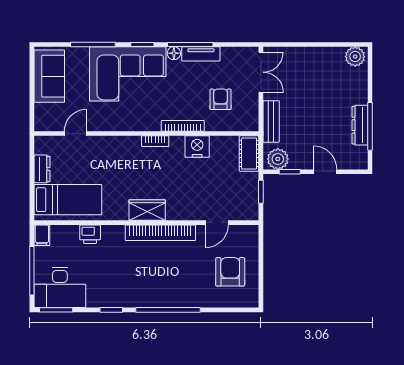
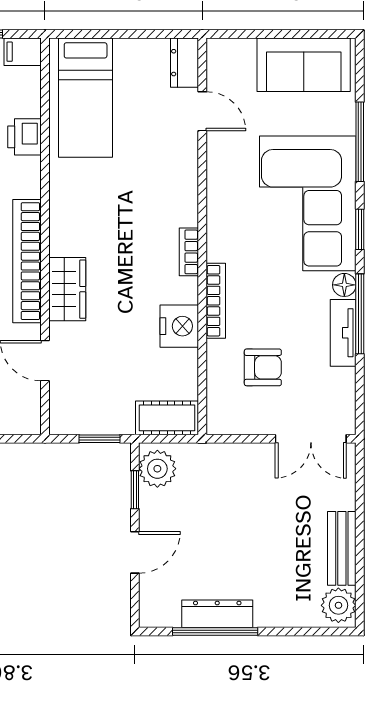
bench: (271, 121) -> (342, 548), moved, turned 90
dresser: (42, 169) -> (185, 63), moved, turned 90
wardrobe: (147, 210) -> (67, 289), moved

